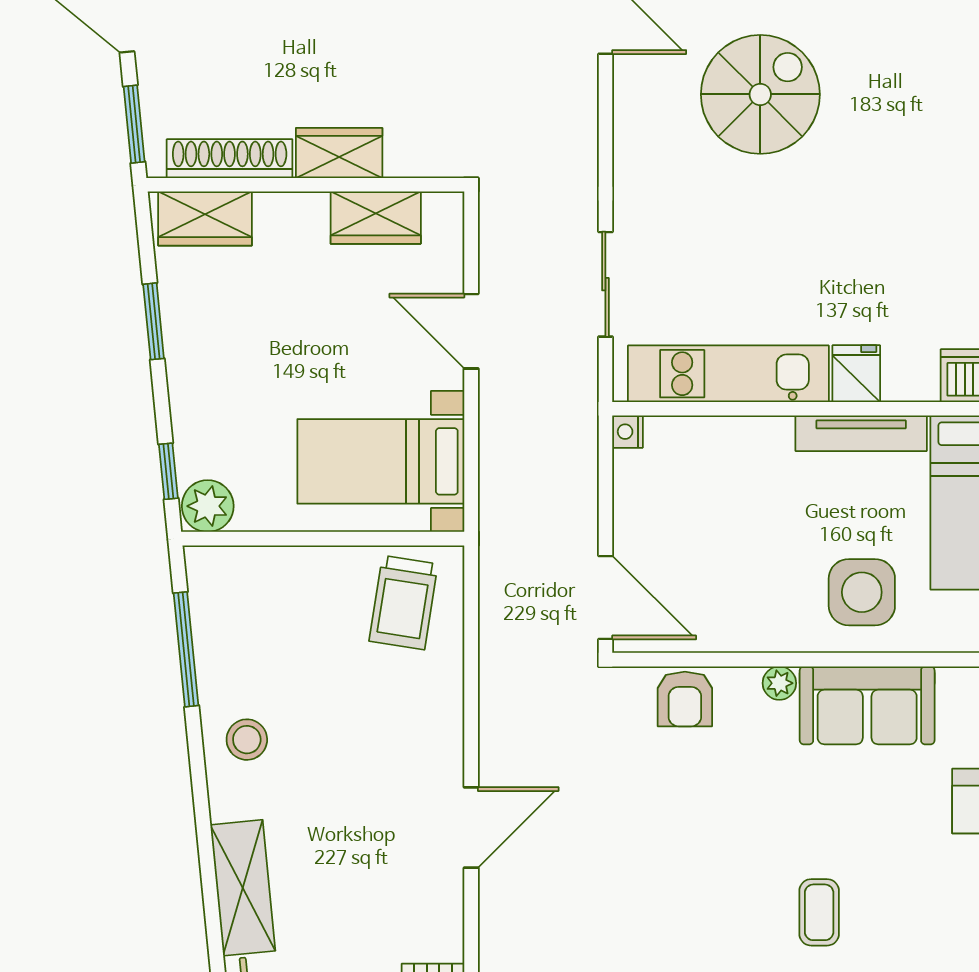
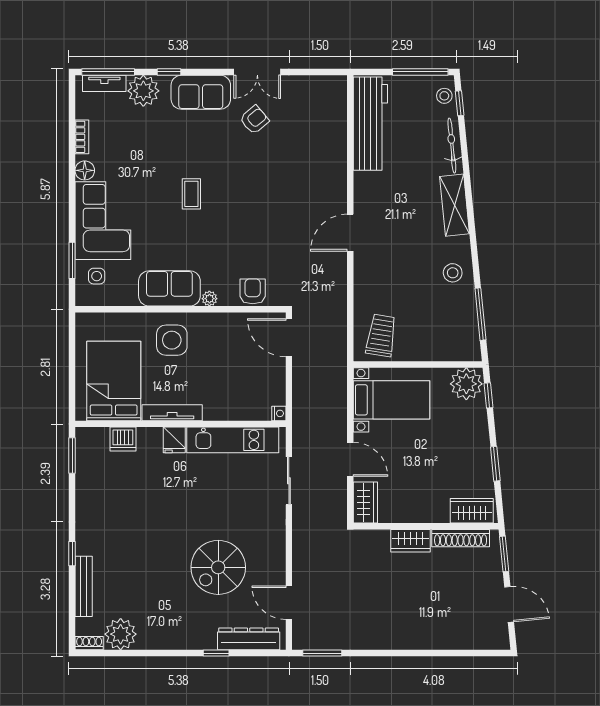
wardrobe: (376, 218) -> (365, 502), moved, turned 90
plant: (208, 506) -> (466, 384), width x1.36, depth x1.36

